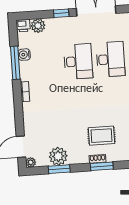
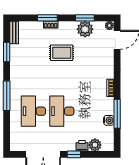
printer: (23, 26) -> (82, 146), moved
rug: (101, 136) -> (62, 53), moved

